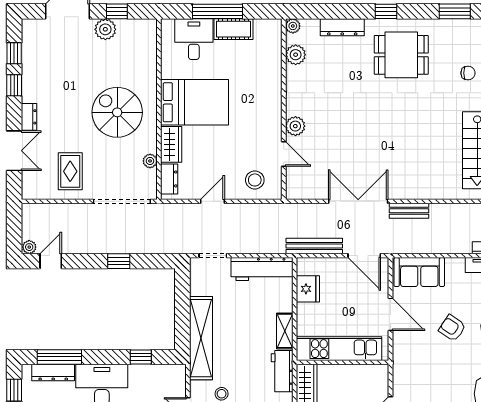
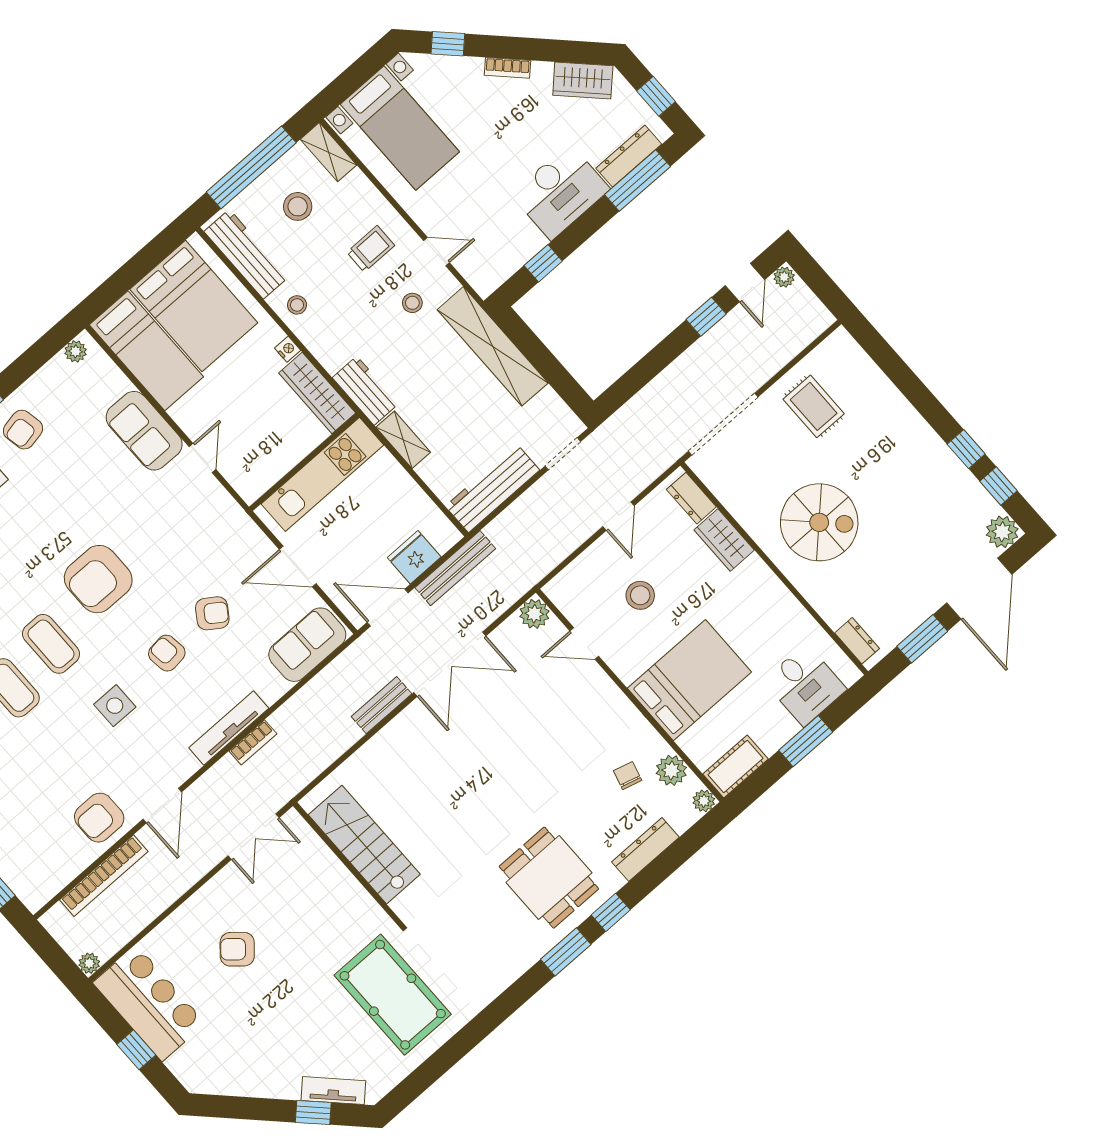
window: (117, 11) -> (922, 639), width x1.50
window: (218, 11) -> (806, 741), width x0.69
window: (455, 11) -> (566, 952), moved
plant: (105, 29) -> (1002, 532), moved
cot: (234, 29) -> (735, 766), moved
dining table: (401, 55) -> (549, 878), turned 90
chair: (468, 73) -> (628, 776), moved, turned 105
bed: (194, 102) -> (689, 680), moved, turned 180
dresser: (29, 117) -> (857, 641), moved, turned 180
plant: (295, 126) -> (534, 614), moved
double door: (14, 151) -> (899, 373), removed
plant: (150, 161) -> (732, 499), removed
stool: (255, 180) -> (640, 595), moved
window: (119, 261) -> (706, 317), moved
fridge: (308, 289) -> (414, 557), moved, turned 90

